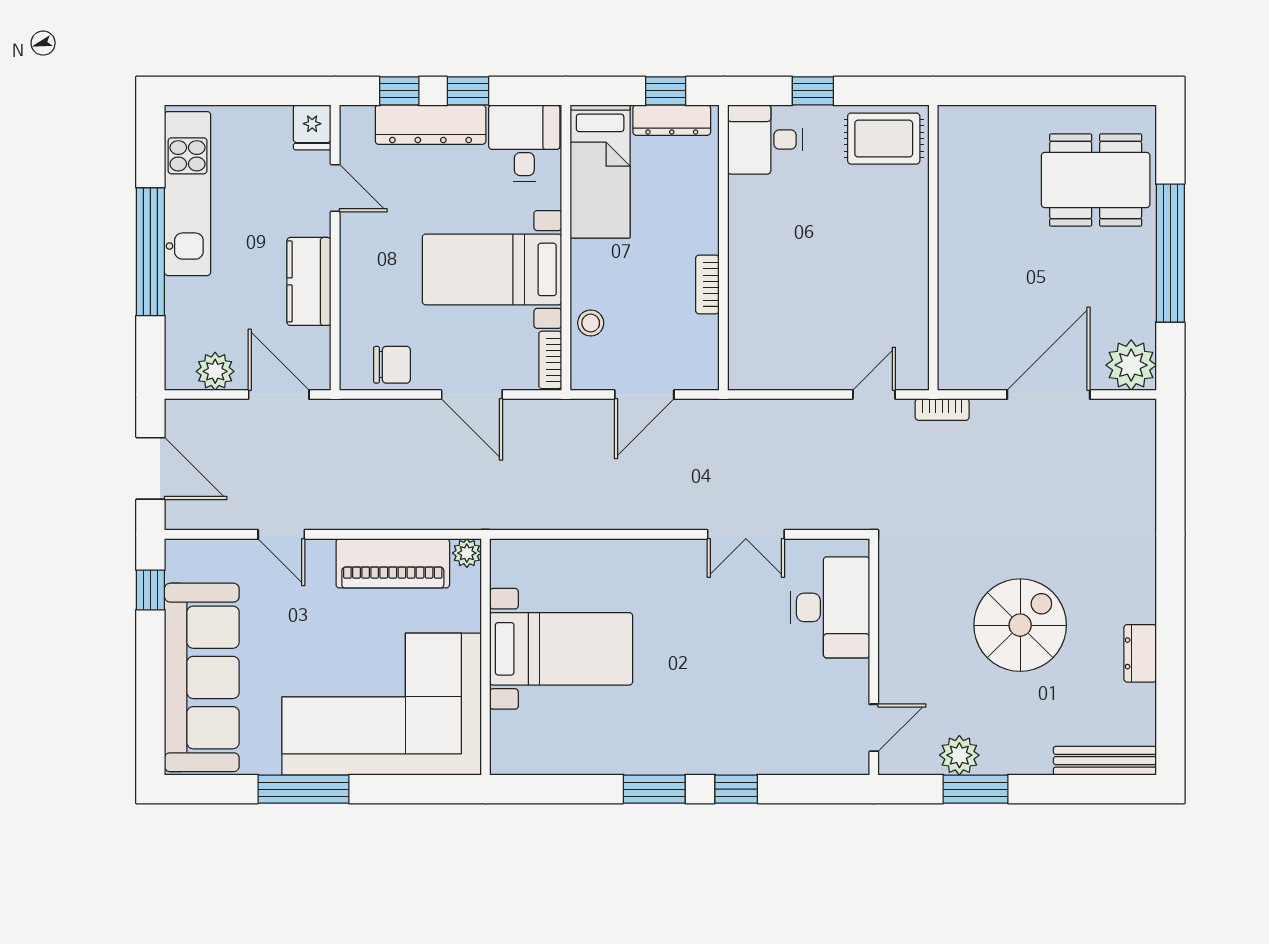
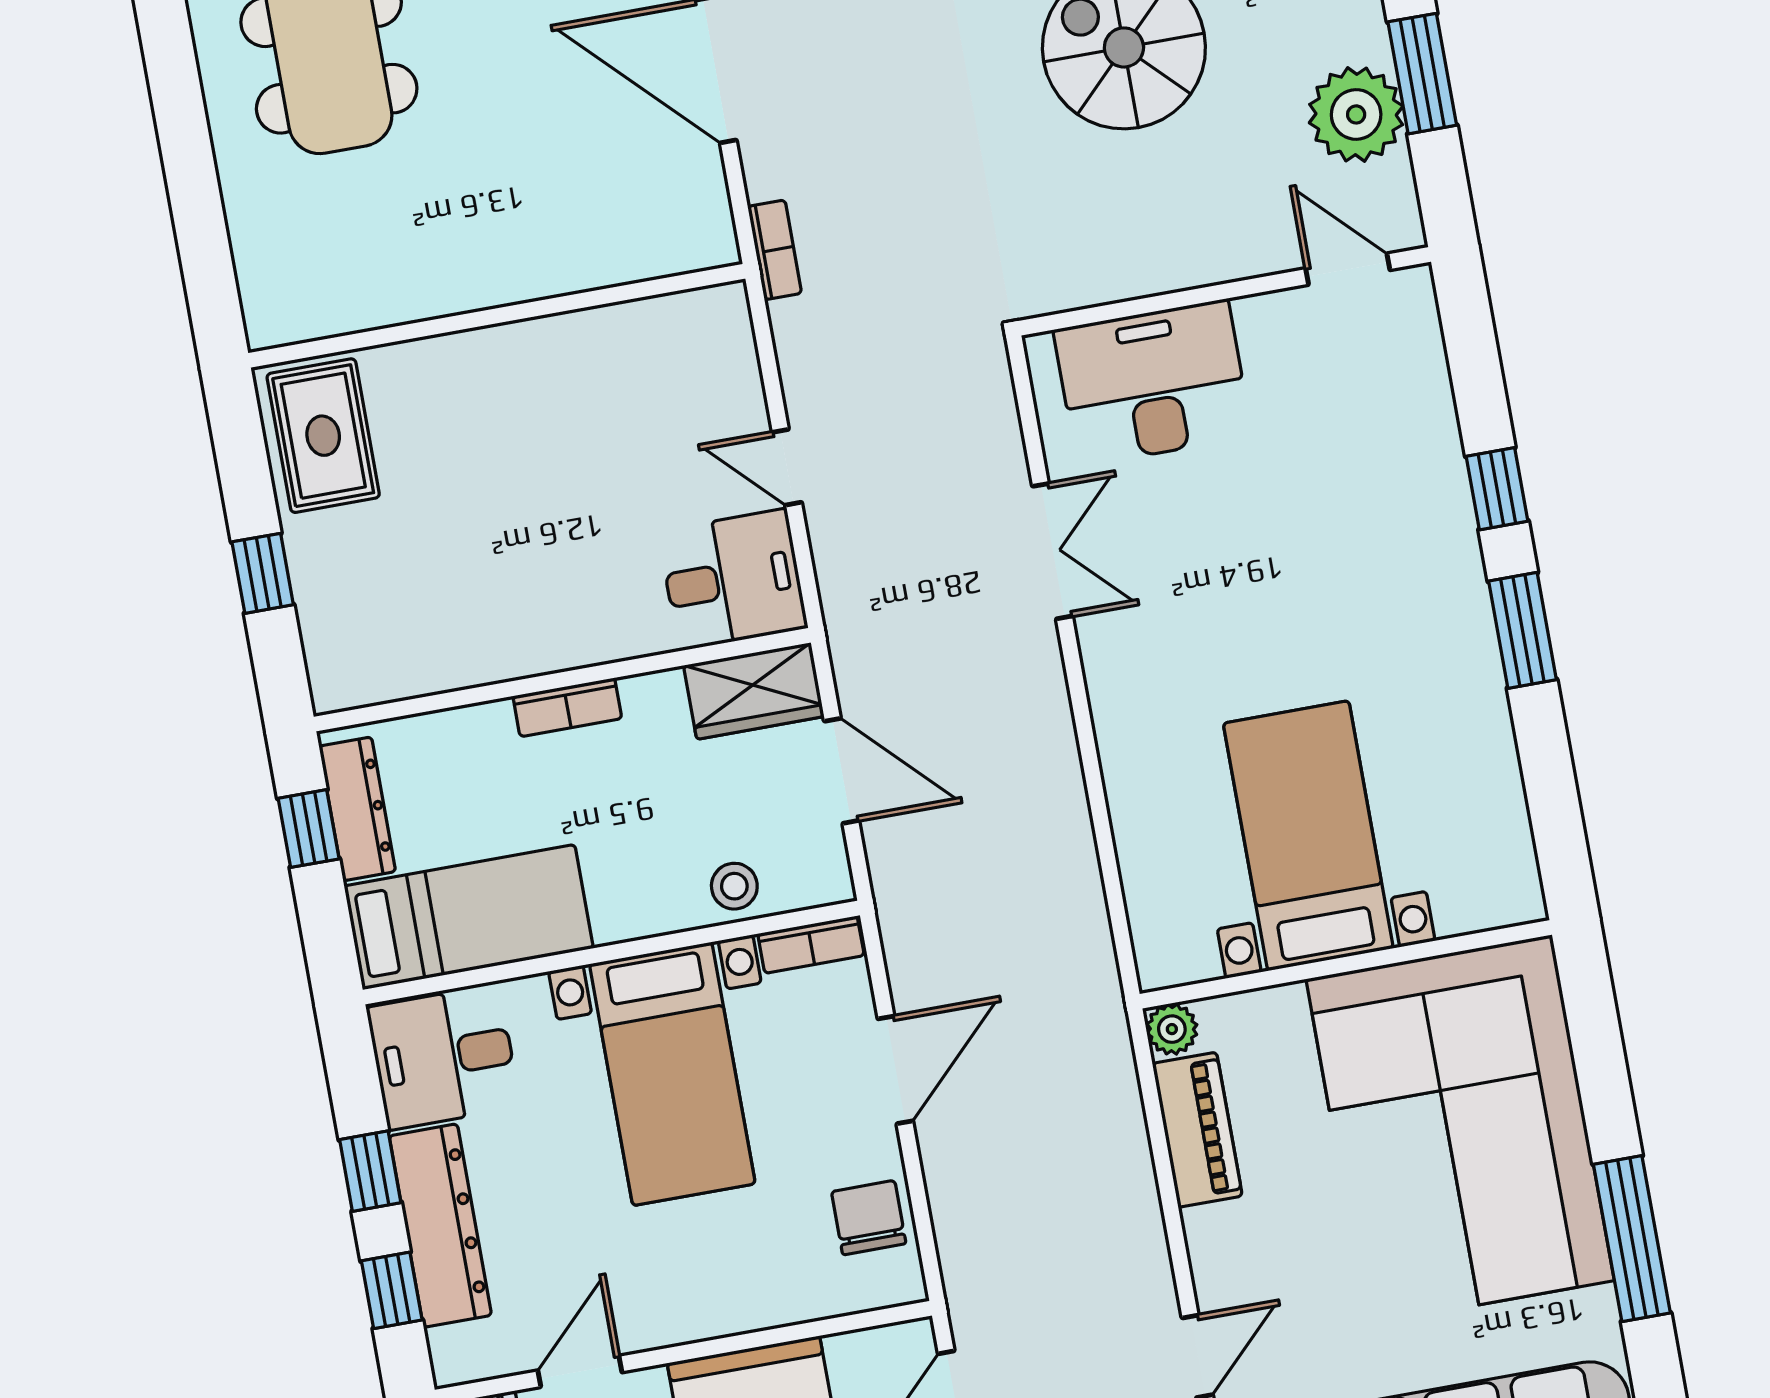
desk: (765, 140) -> (733, 580), moved, turned -90
bookcase: (707, 284) -> (567, 707), moved
wardrobe: (698, 354) -> (754, 691), added
door: (874, 395) -> (787, 467), moved
piano: (393, 563) -> (1197, 1130), width x0.73, depth x0.75
plant: (959, 755) -> (1356, 114), width x1.36, depth x1.36

